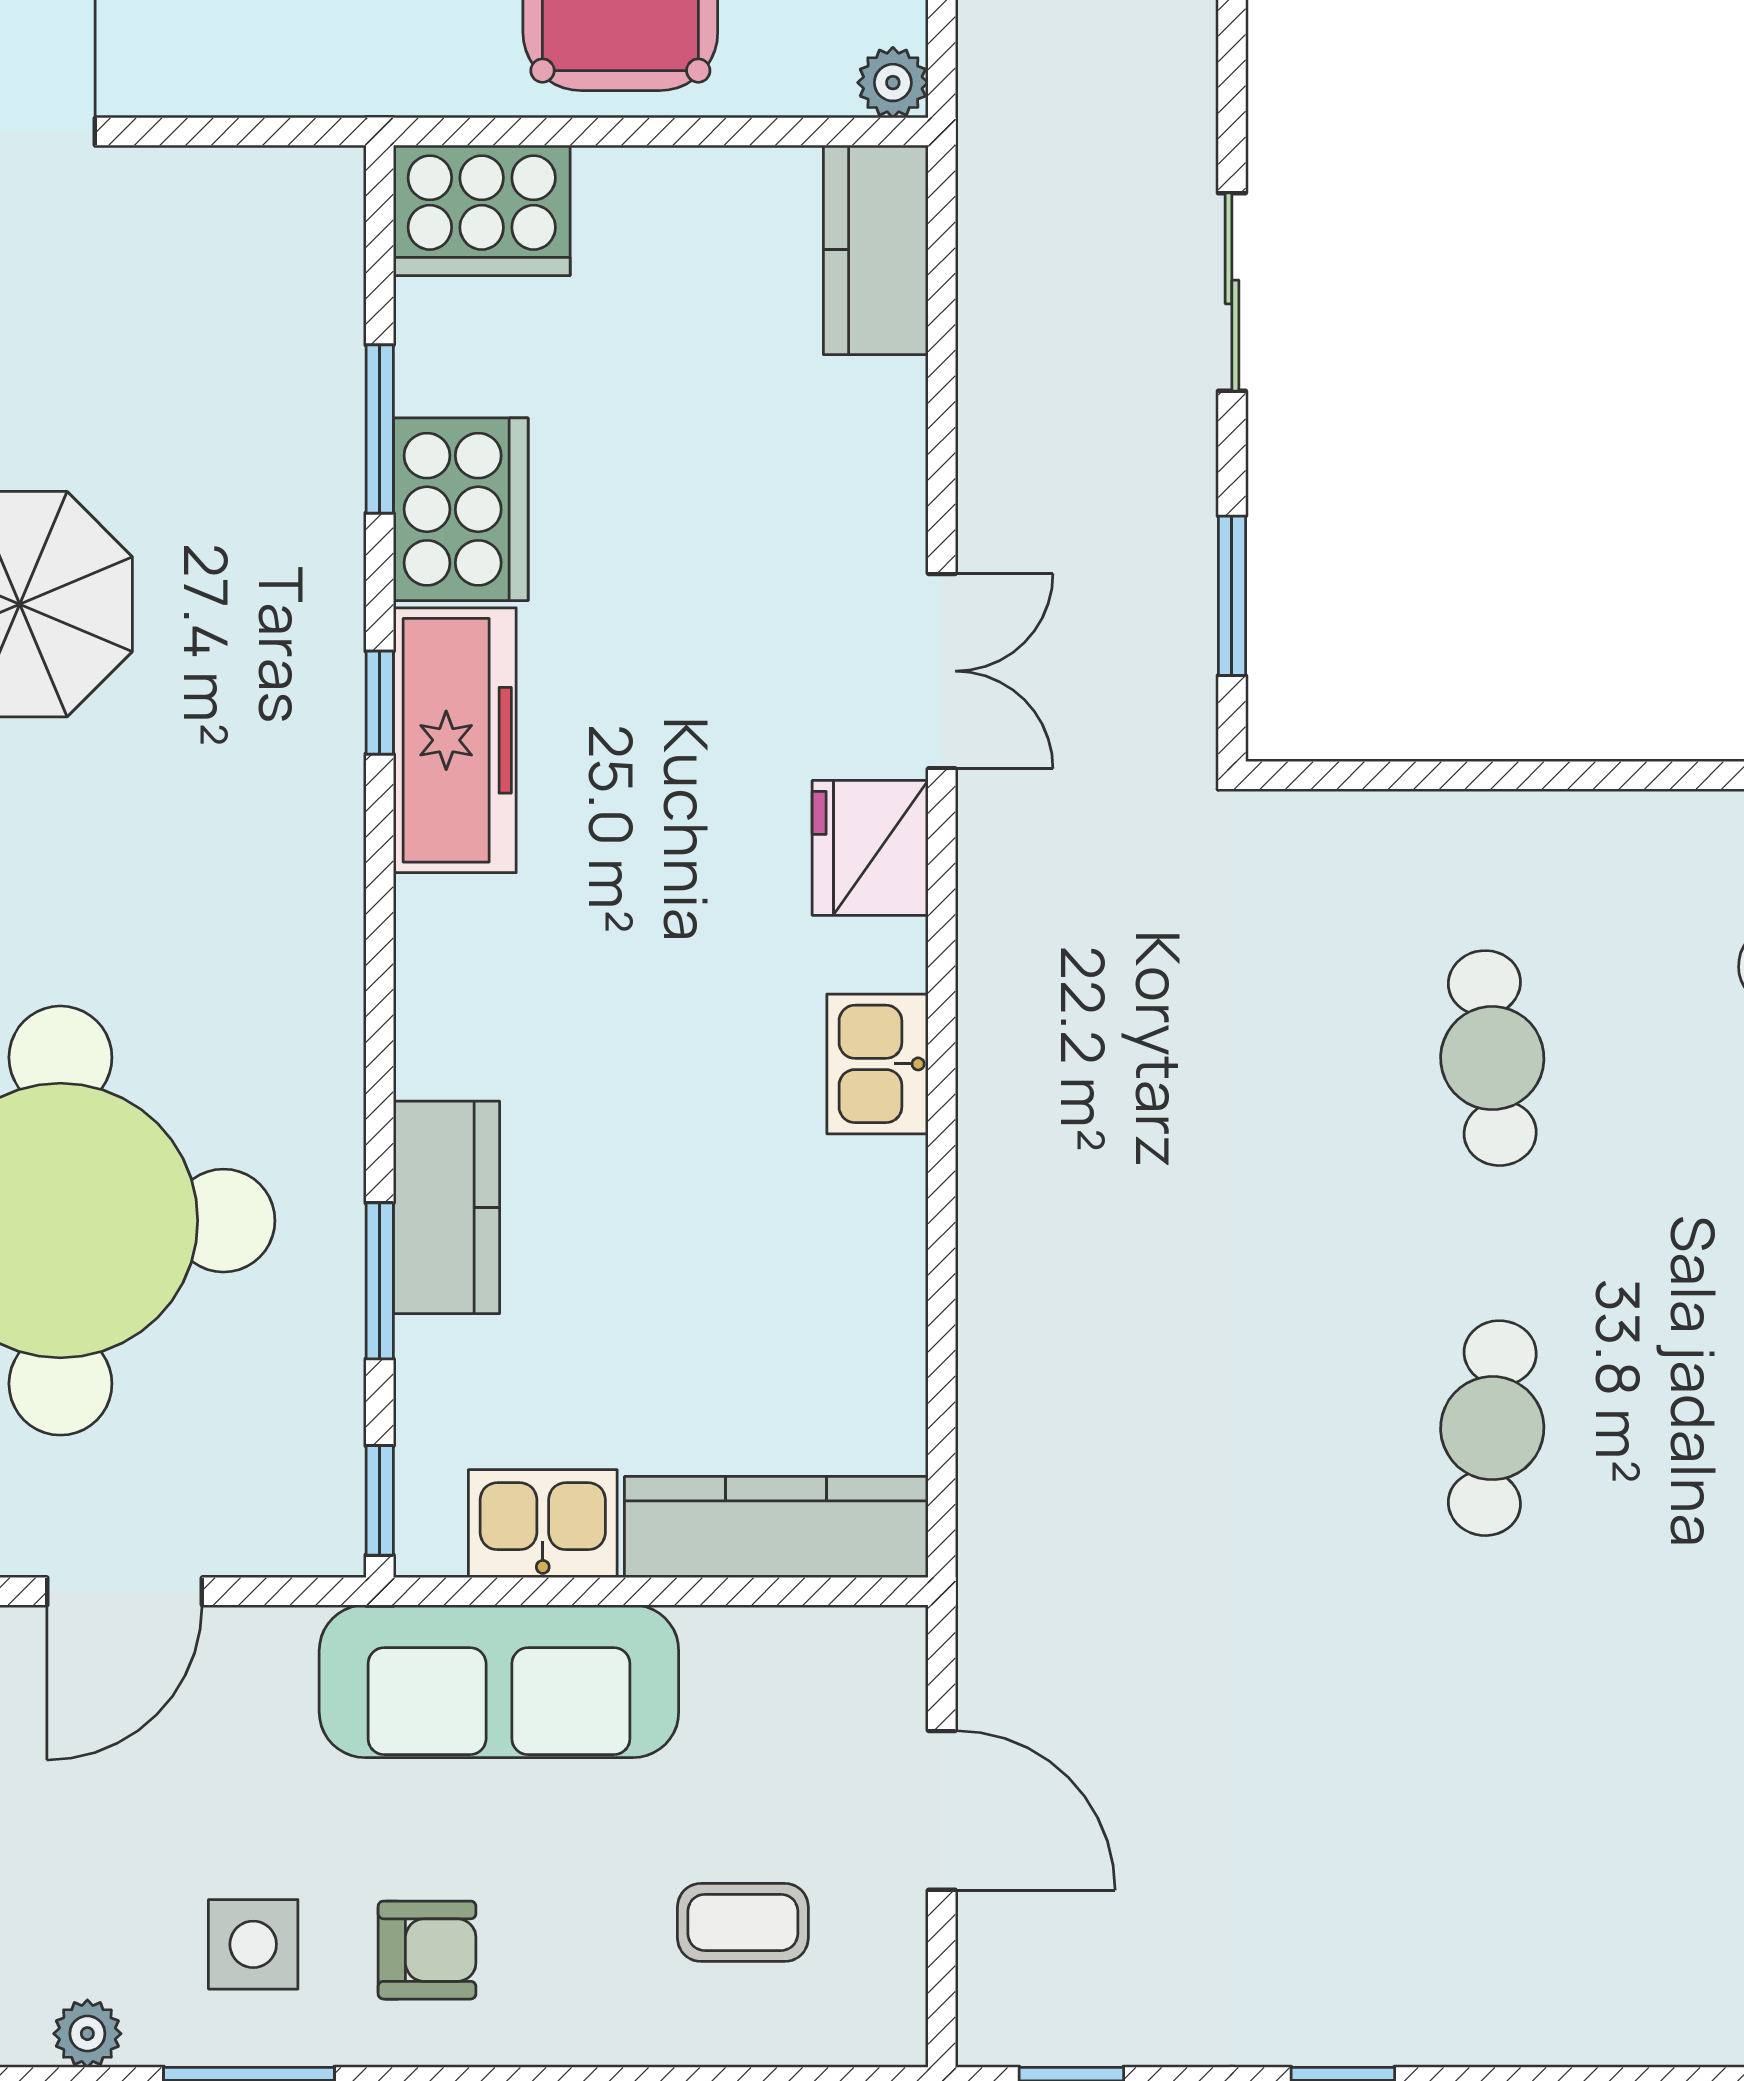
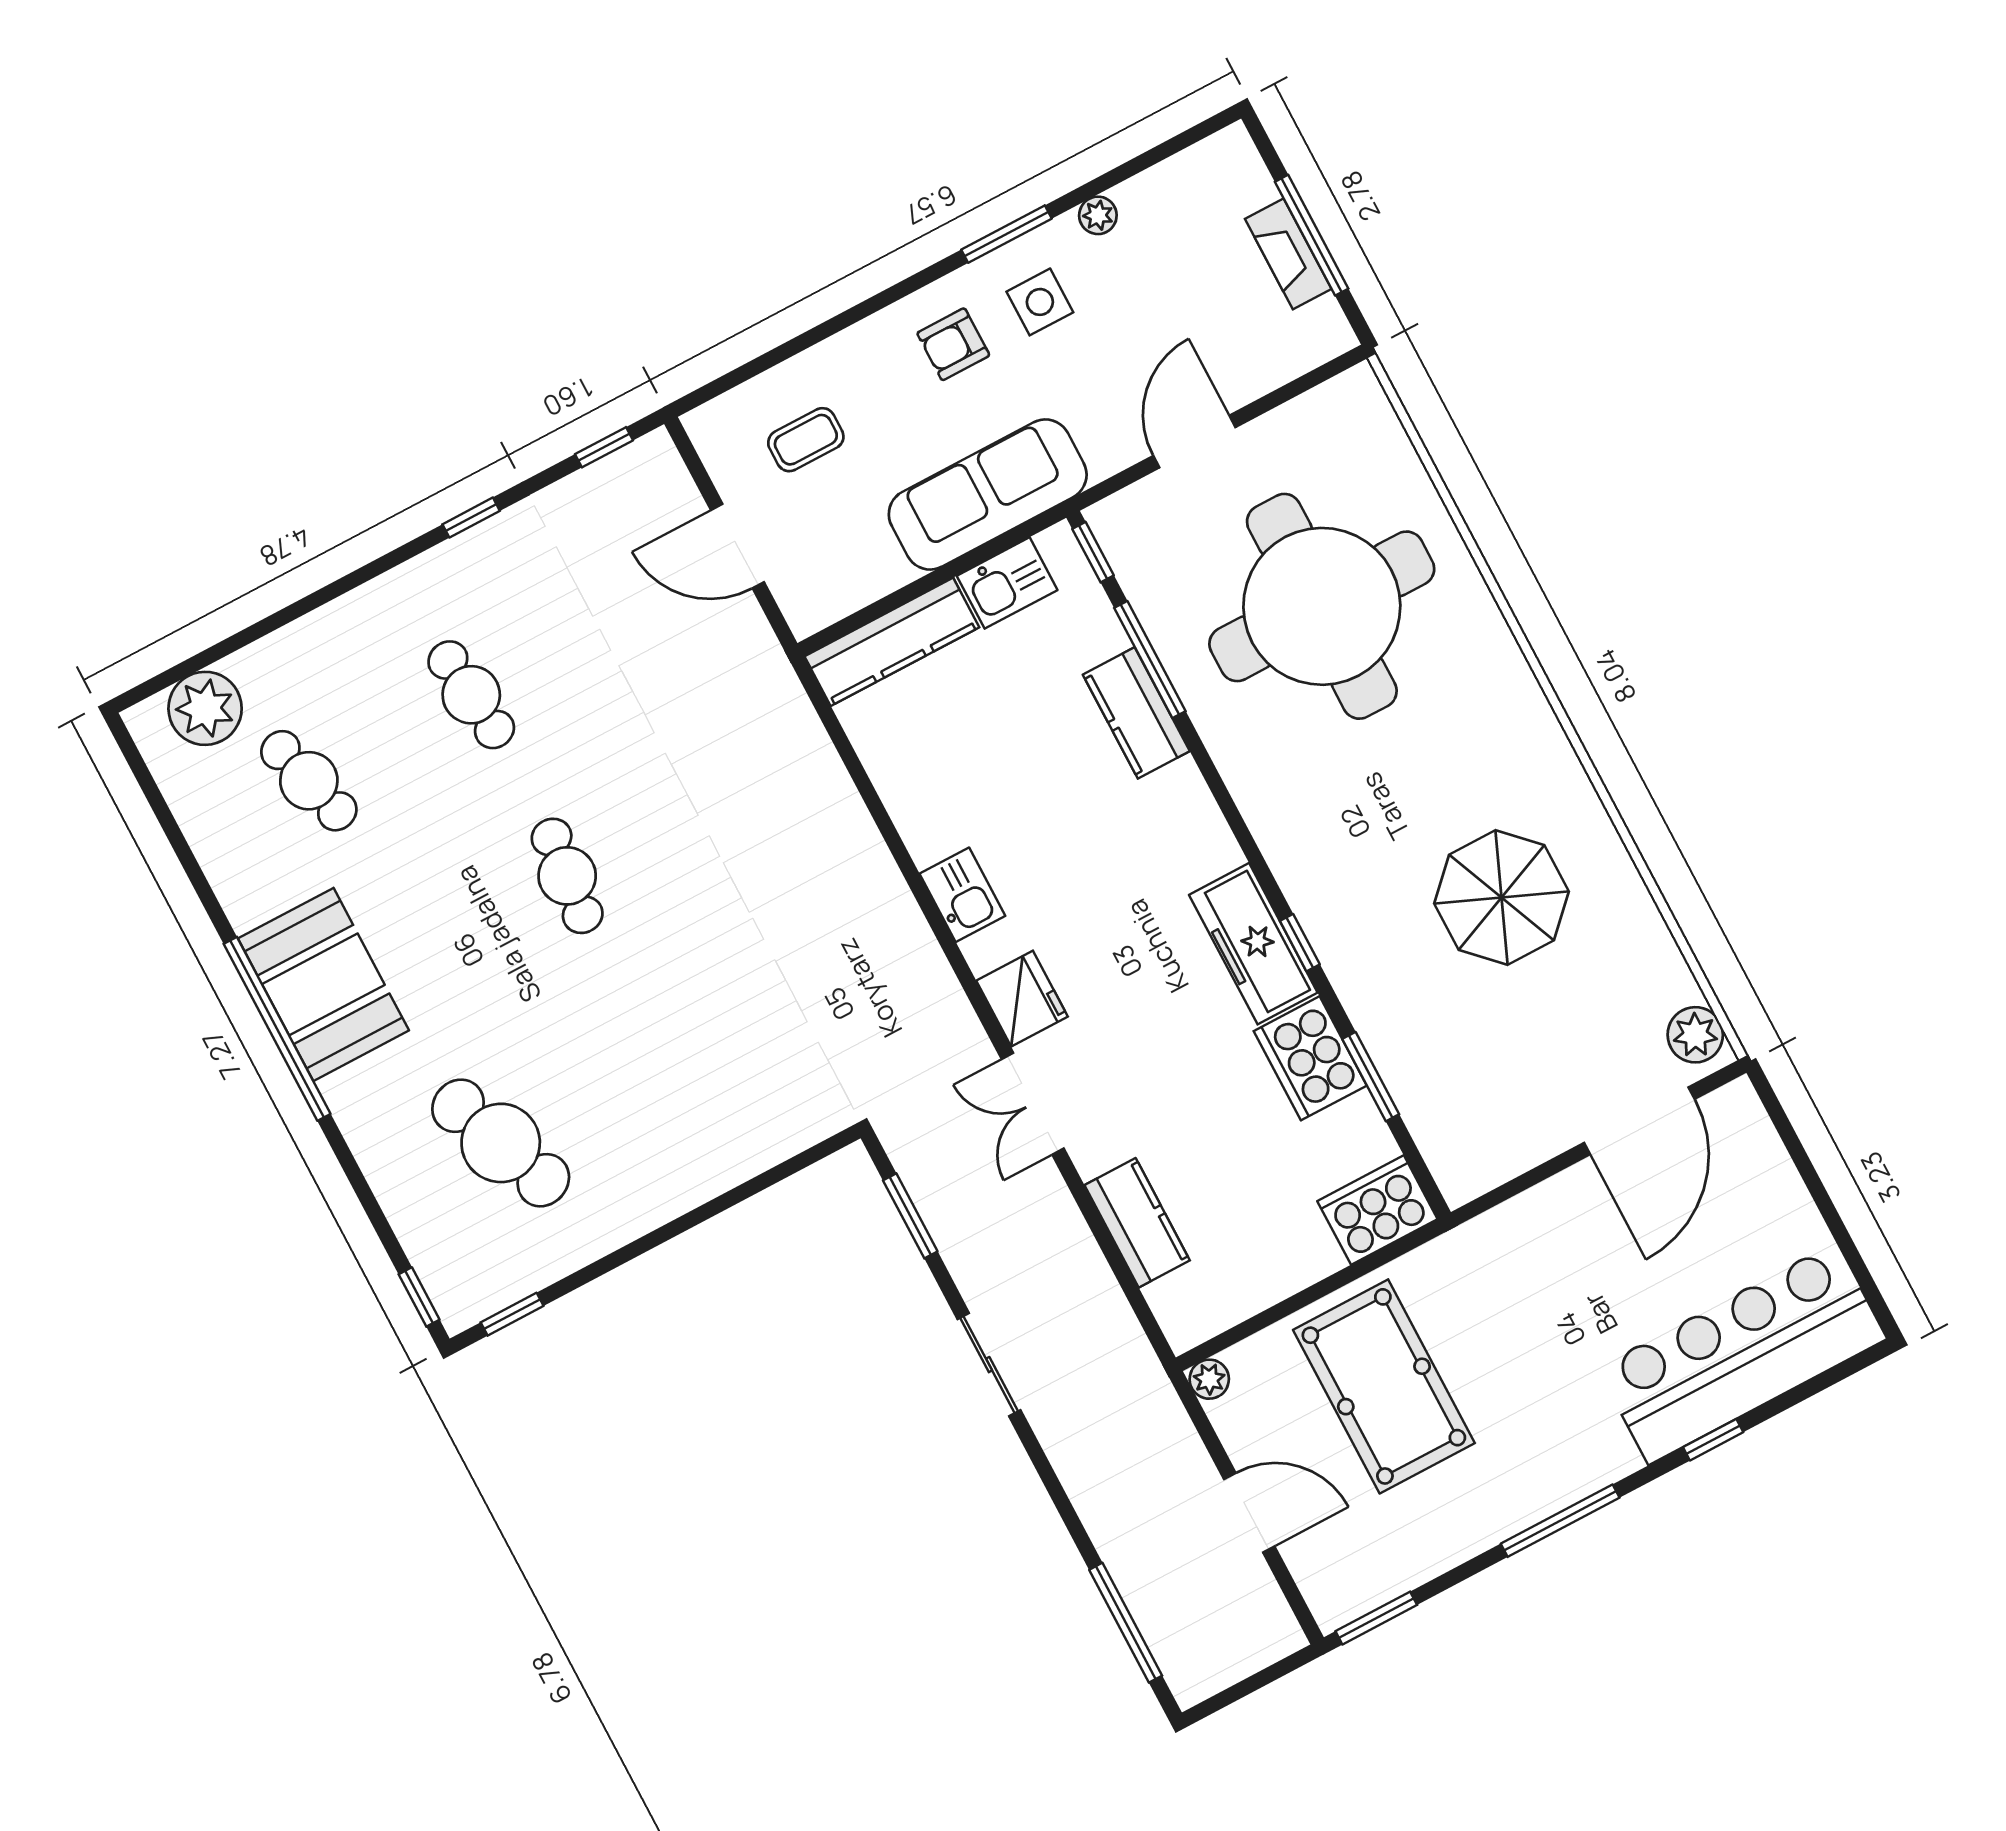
kitchen counter: (876, 250) -> (1137, 1223), moved
cafe table: (1492, 1058) -> (471, 695), moved
window: (380, 1281) -> (1150, 660), width x1.44

